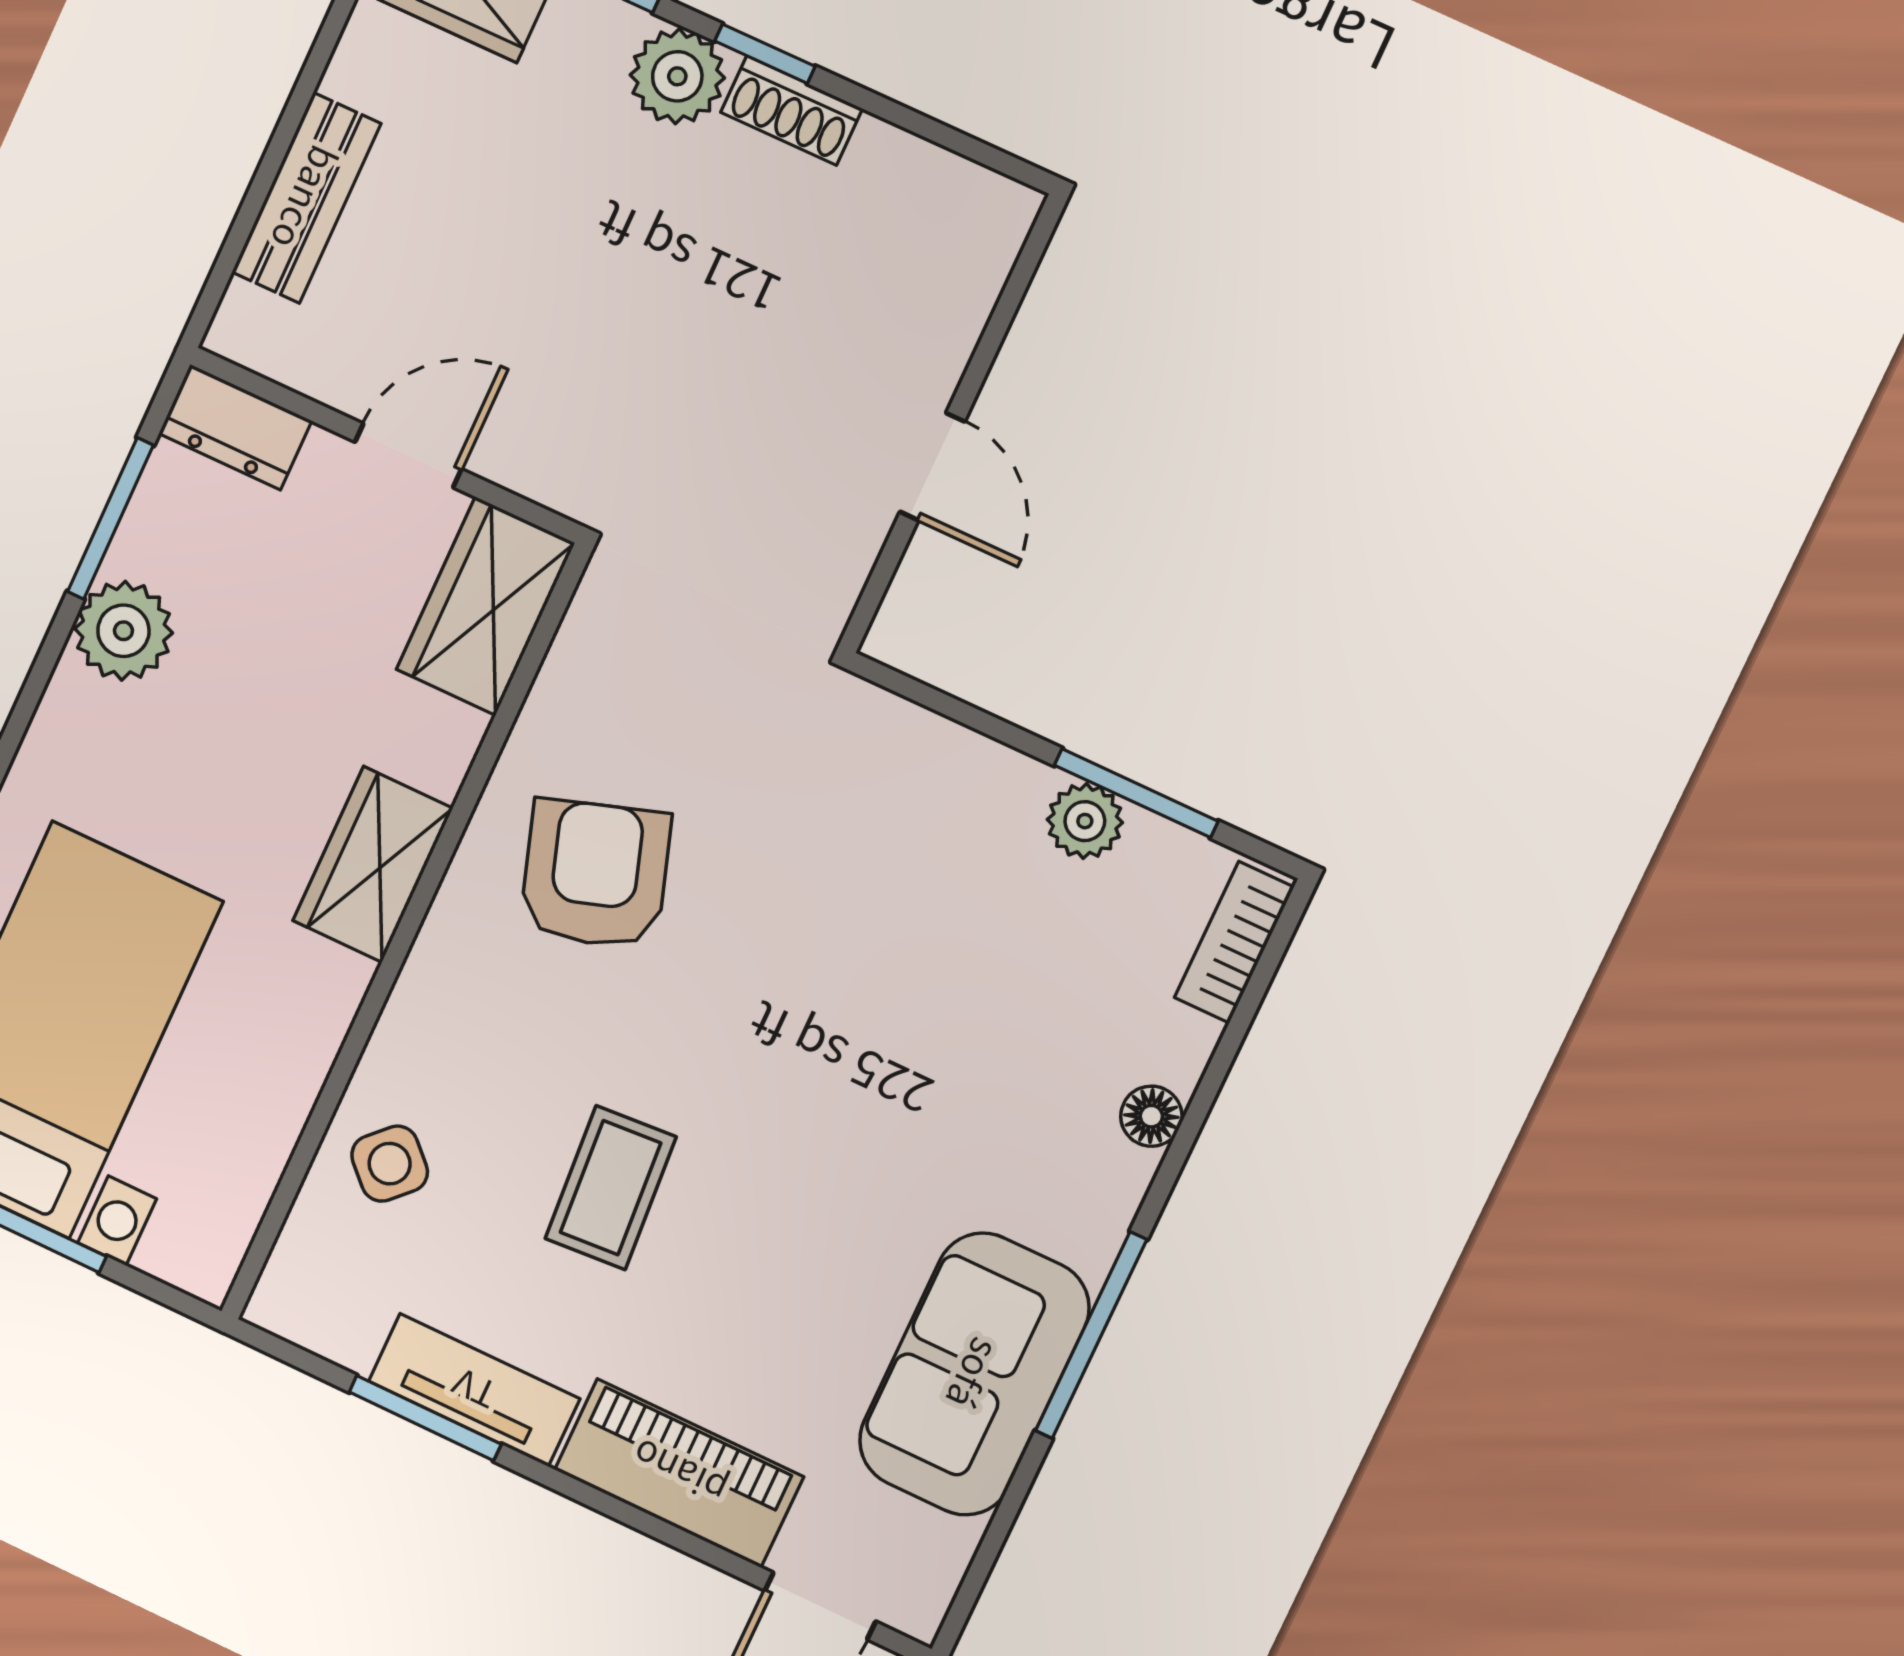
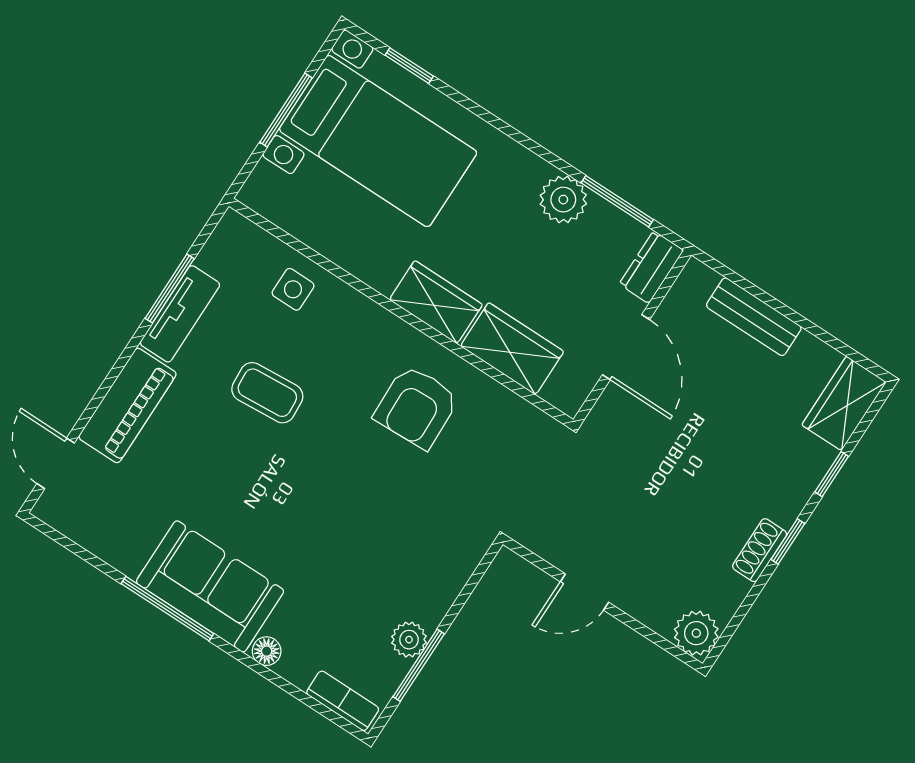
plant: (677, 76) -> (696, 633), moved
door: (408, 455) -> (626, 347), width x1.38
wardrobe: (486, 606) -> (512, 349), moved
armchair: (595, 874) -> (417, 407), turned 106
side table: (390, 1164) -> (293, 289), turned 45
sofa: (974, 1374) -> (210, 586), moved

